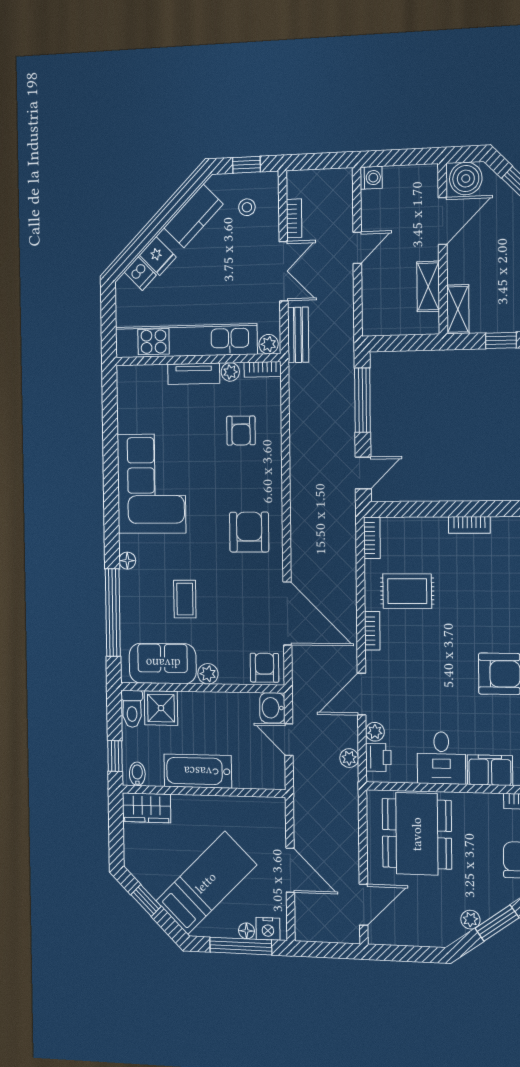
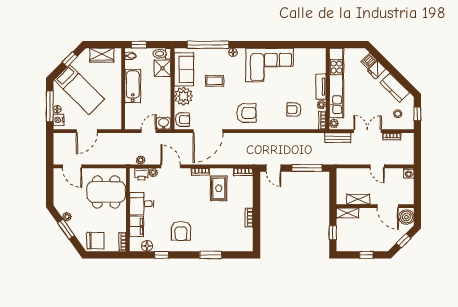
double door: (284, 271) -> (367, 131), swing flipped
plant: (208, 674) -> (184, 96), width x1.87, depth x1.87
wardrobe: (147, 808) -> (102, 55), moved, turned -90

